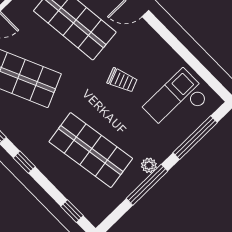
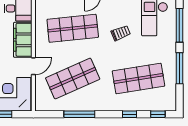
window: (24, 162) -> (130, 114), moved
plant: (149, 165) -> (171, 59), removed

